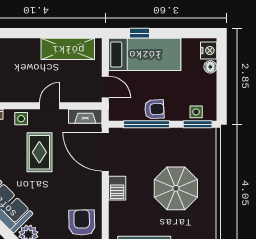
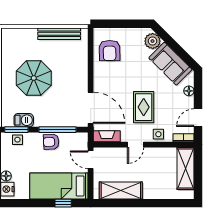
barbecue: (117, 188) -> (24, 120), moved, turned 90

